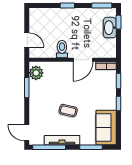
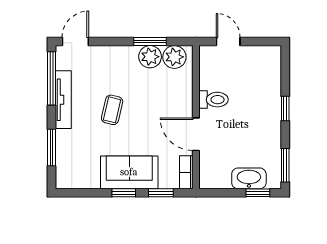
door: (27, 40) -> (228, 42), swing flipped
plant: (36, 88) -> (150, 57), added
sofa: (106, 128) -> (129, 172), moved

